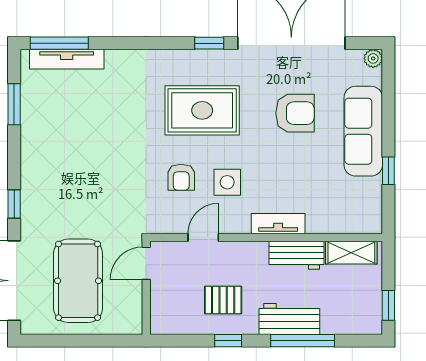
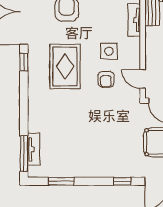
tv unit: (67, 59) -> (34, 149), width x0.71
armchair: (181, 177) -> (106, 79), turned 90
door: (203, 237) -> (143, 79), moved

